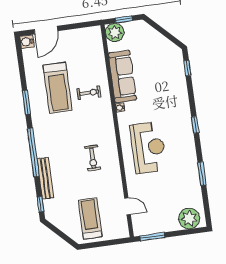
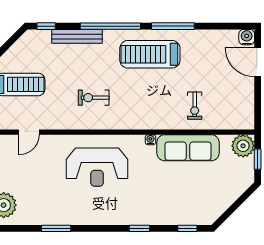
treadmill: (58, 88) -> (150, 54), moved
exercise bike: (89, 93) -> (195, 106), moved
window: (26, 102) -> (173, 26), width x1.44
window: (195, 125) -> (140, 228), moved

